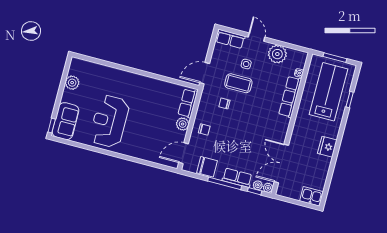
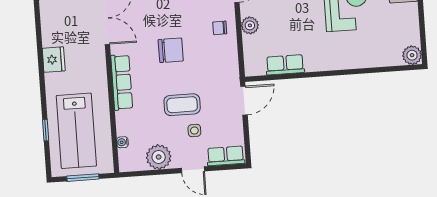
plant: (72, 83) -> (412, 55), moved
coffee table: (238, 83) -> (182, 105), moved
row of seats: (290, 97) -> (122, 82), moved
row of seats: (188, 103) -> (285, 65), moved, turned -90
chair: (224, 104) -> (171, 50), moved, width x1.87, depth x1.87

